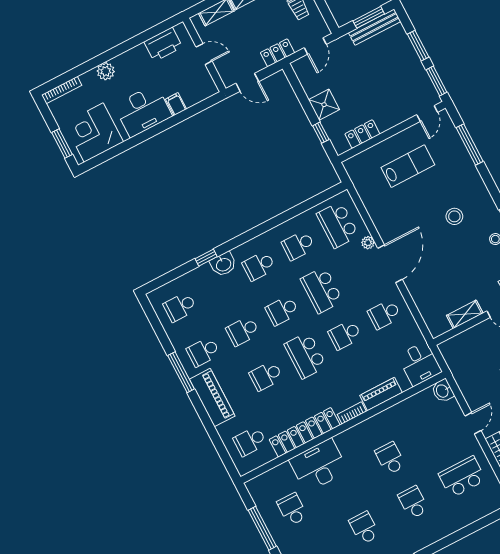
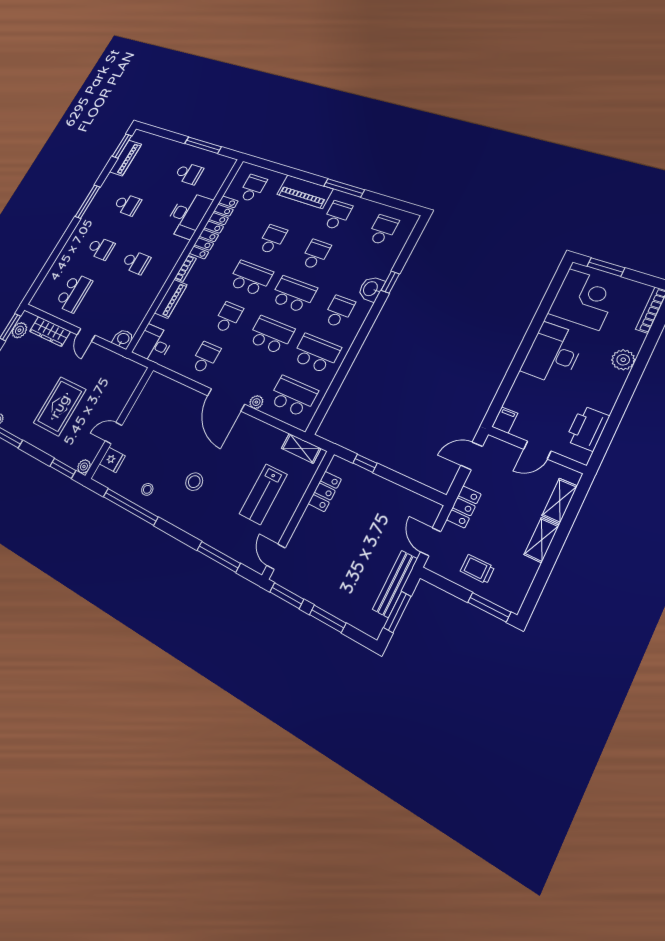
bench: (375, 27) -> (395, 584), moved
filing cabinet: (176, 104) -> (505, 420), moved, turned -90
shower: (324, 105) -> (380, 491), removed
school desk: (298, 245) -> (316, 353), width x1.85
school desk: (282, 311) -> (293, 294), width x1.85
shelving: (465, 314) -> (301, 448), moved, turned 90

